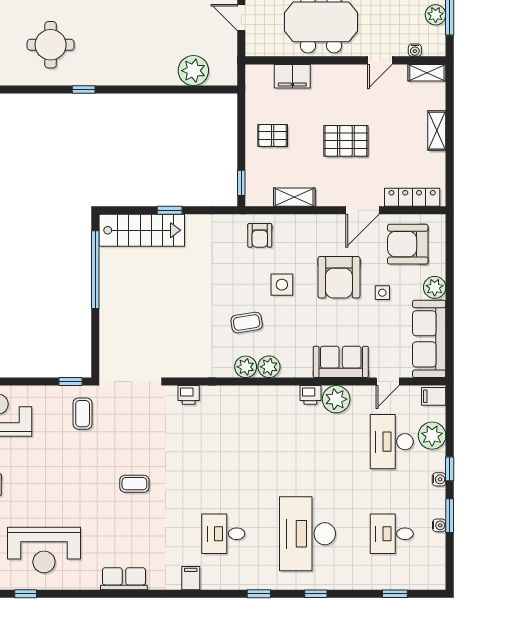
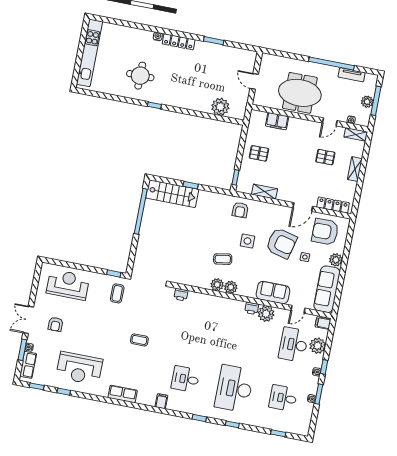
pallet: (346, 141) -> (325, 157), moved, width x0.67, depth x0.71
armchair: (339, 277) -> (281, 243), turned -76

